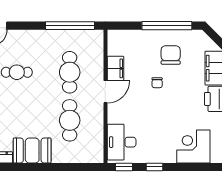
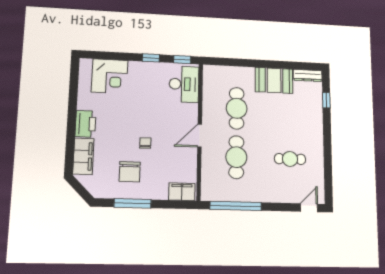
window: (167, 26) -> (133, 203), width x0.68
filing cabinet: (116, 68) -> (182, 192), moved, turned 90

